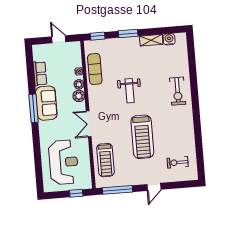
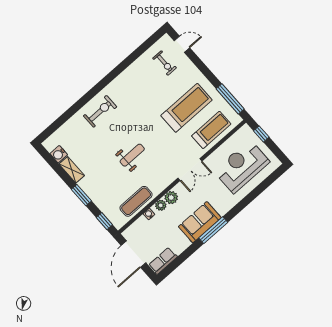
door: (59, 39) -> (133, 254), width x1.87
row of seats: (40, 74) -> (163, 261), moved
treadmill: (142, 137) -> (186, 108), moved
door: (154, 187) -> (182, 44), moved

